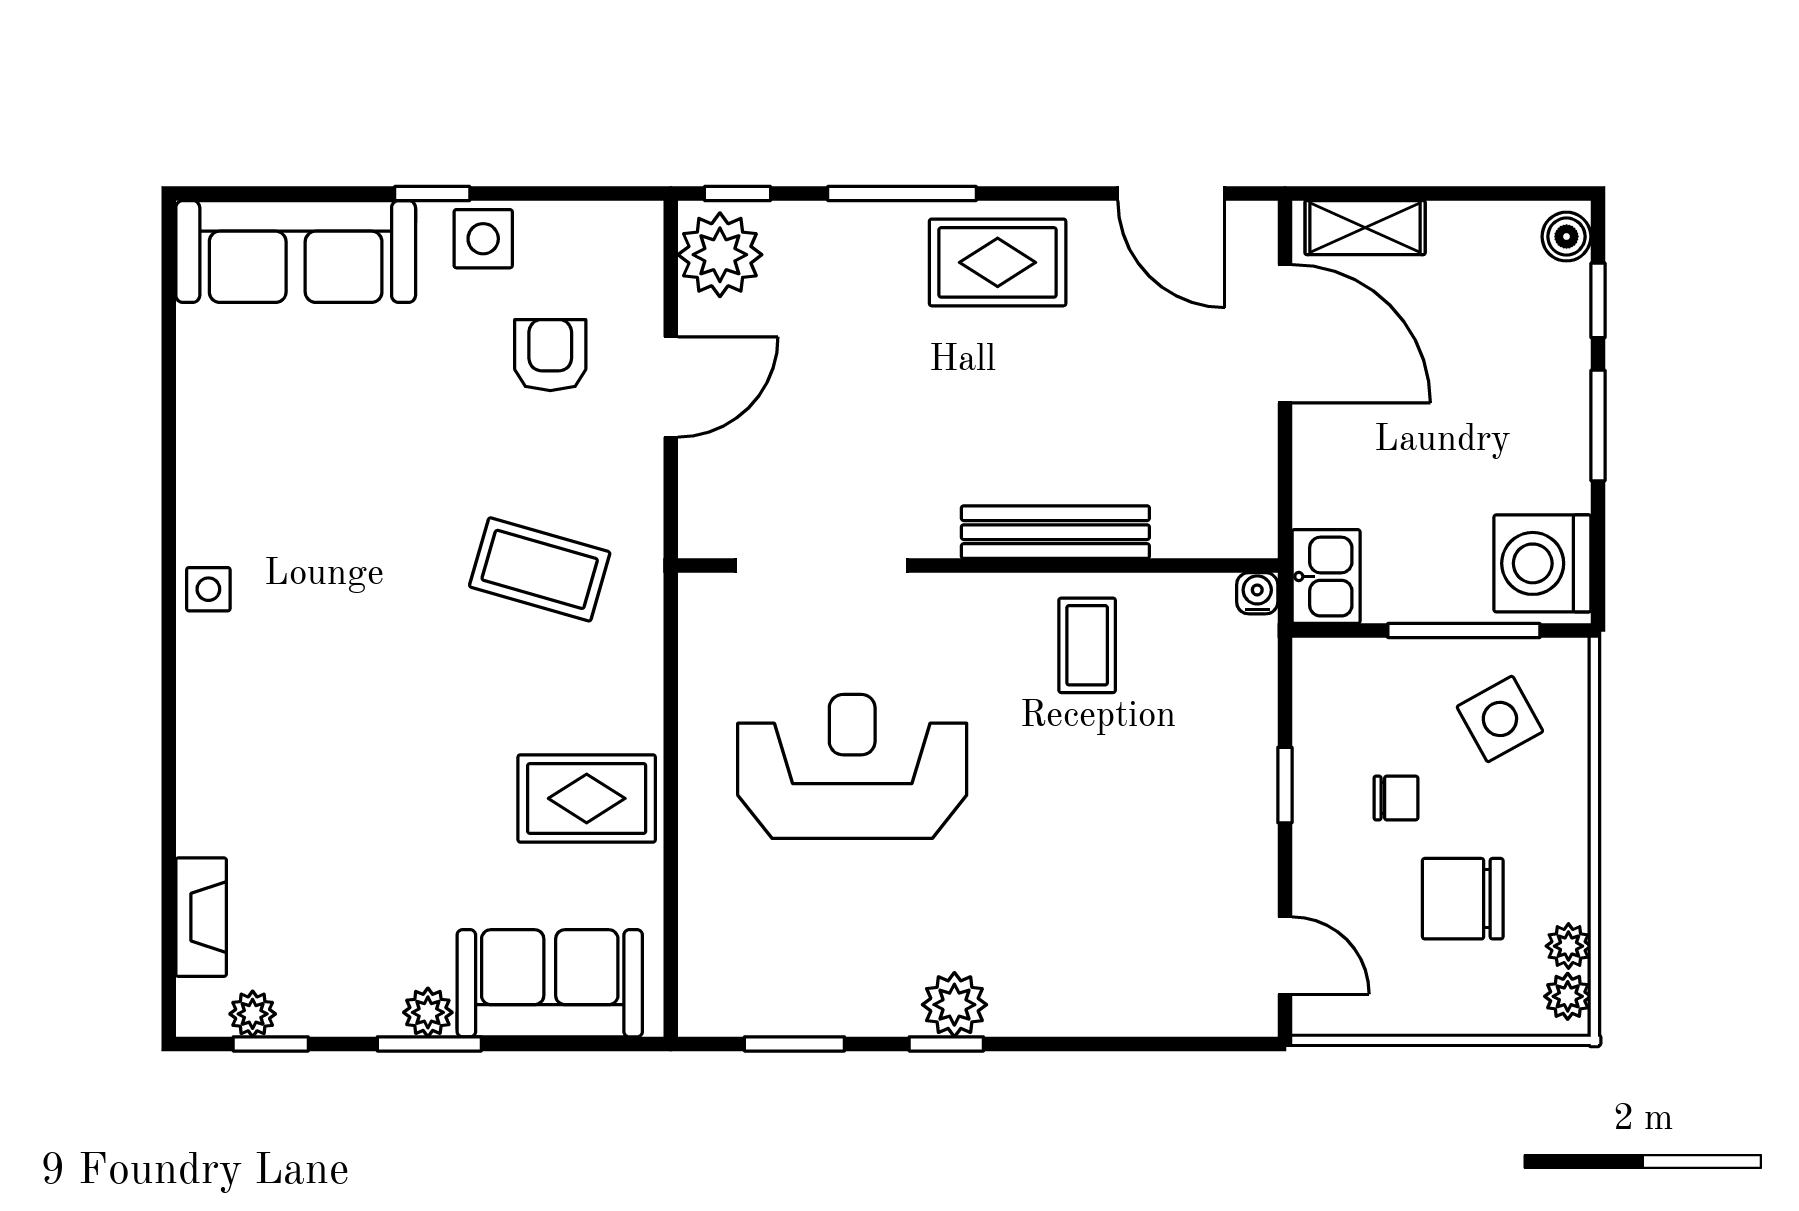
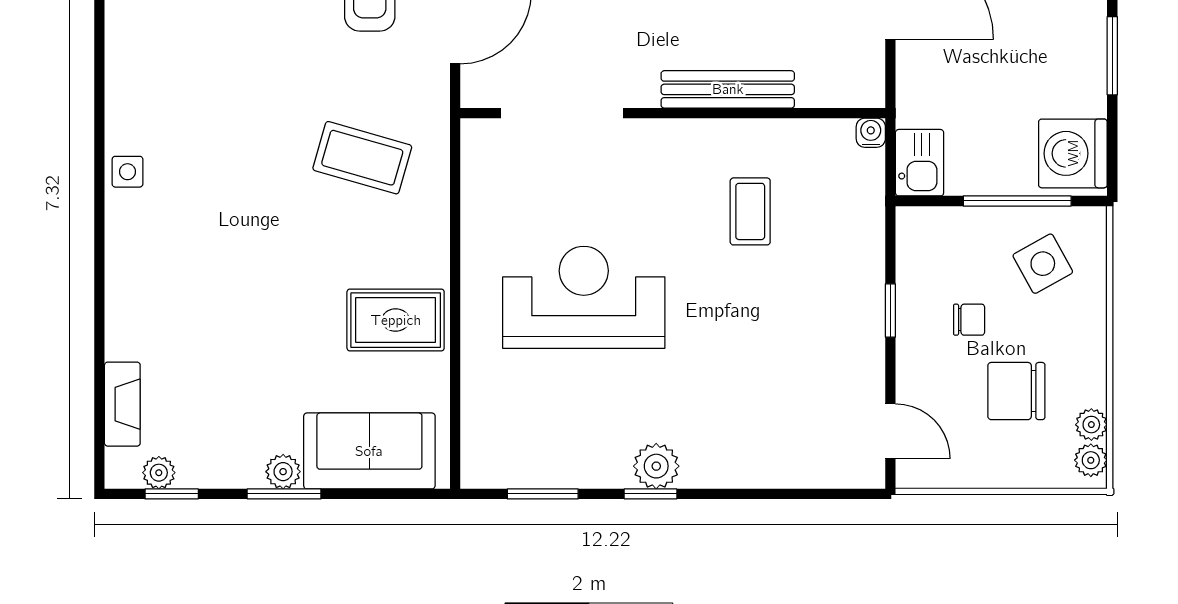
bench: (1055, 532) -> (728, 89), moved
doorway: (822, 566) -> (562, 113), moved
wall: (978, 566) -> (673, 113), moved
water cooler: (1257, 593) -> (871, 133), moved

